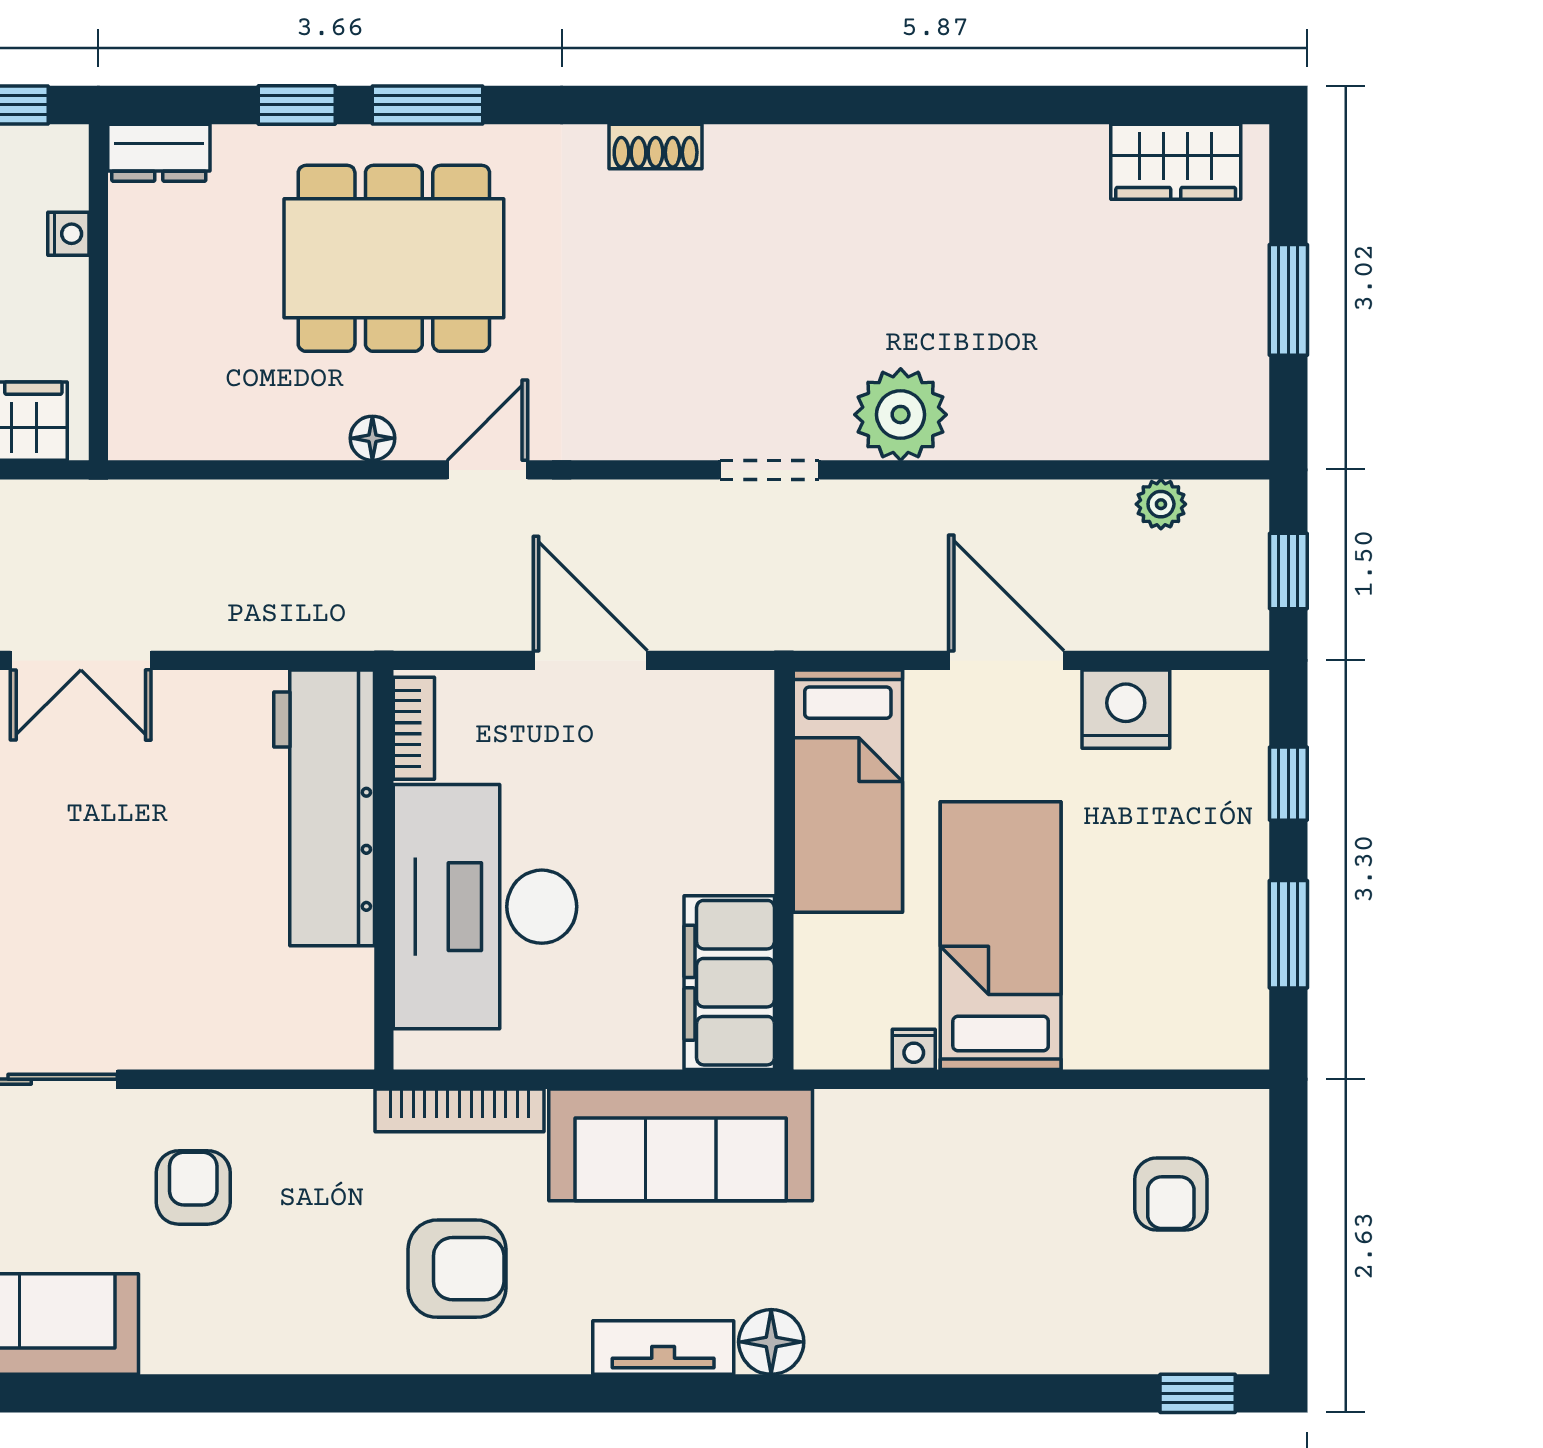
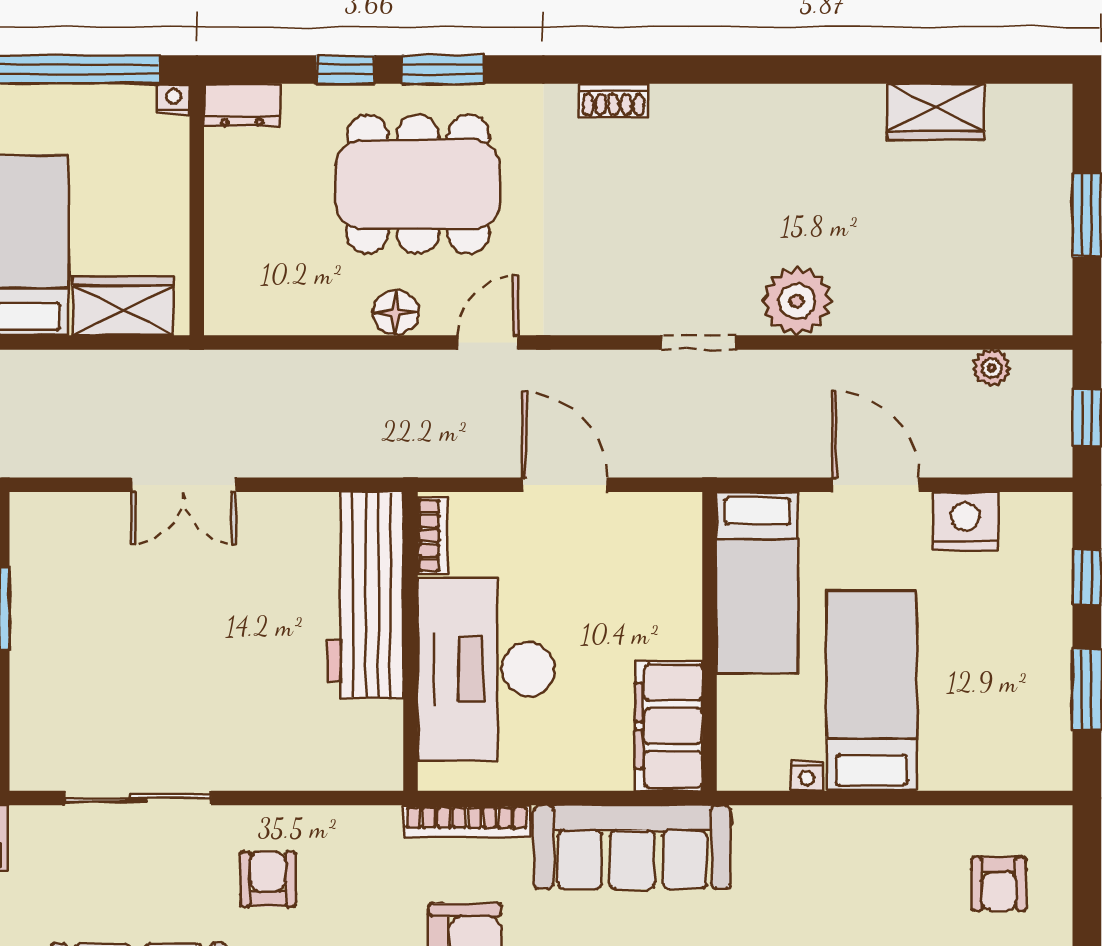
wardrobe: (1176, 162) -> (936, 112), moved
nightstand: (68, 234) -> (174, 99), moved, turned -90
floor lamp: (372, 438) -> (396, 313), width x1.37, depth x1.37

